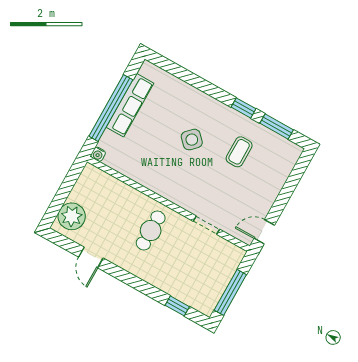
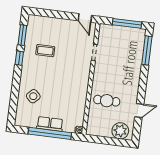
row of seats: (130, 105) -> (50, 124), width x0.68
side table: (192, 140) -> (33, 96), moved
cafe table: (151, 231) -> (107, 101), moved
window: (177, 306) -> (147, 50), width x2.17

